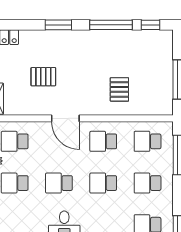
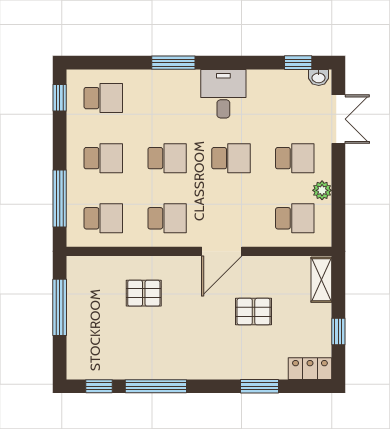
window: (58, 25) -> (259, 386), moved
pallet: (119, 89) -> (144, 293), turned 90
door: (65, 118) -> (222, 251), swing flipped

